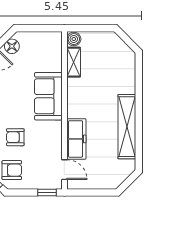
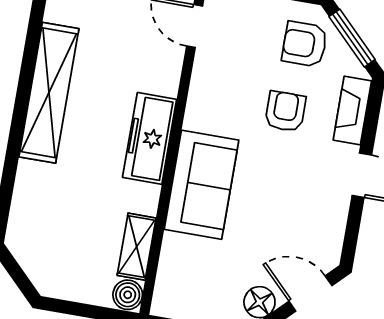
armchair: (15, 137) -> (285, 111), turned -90
freezer: (76, 139) -> (150, 138), moved

